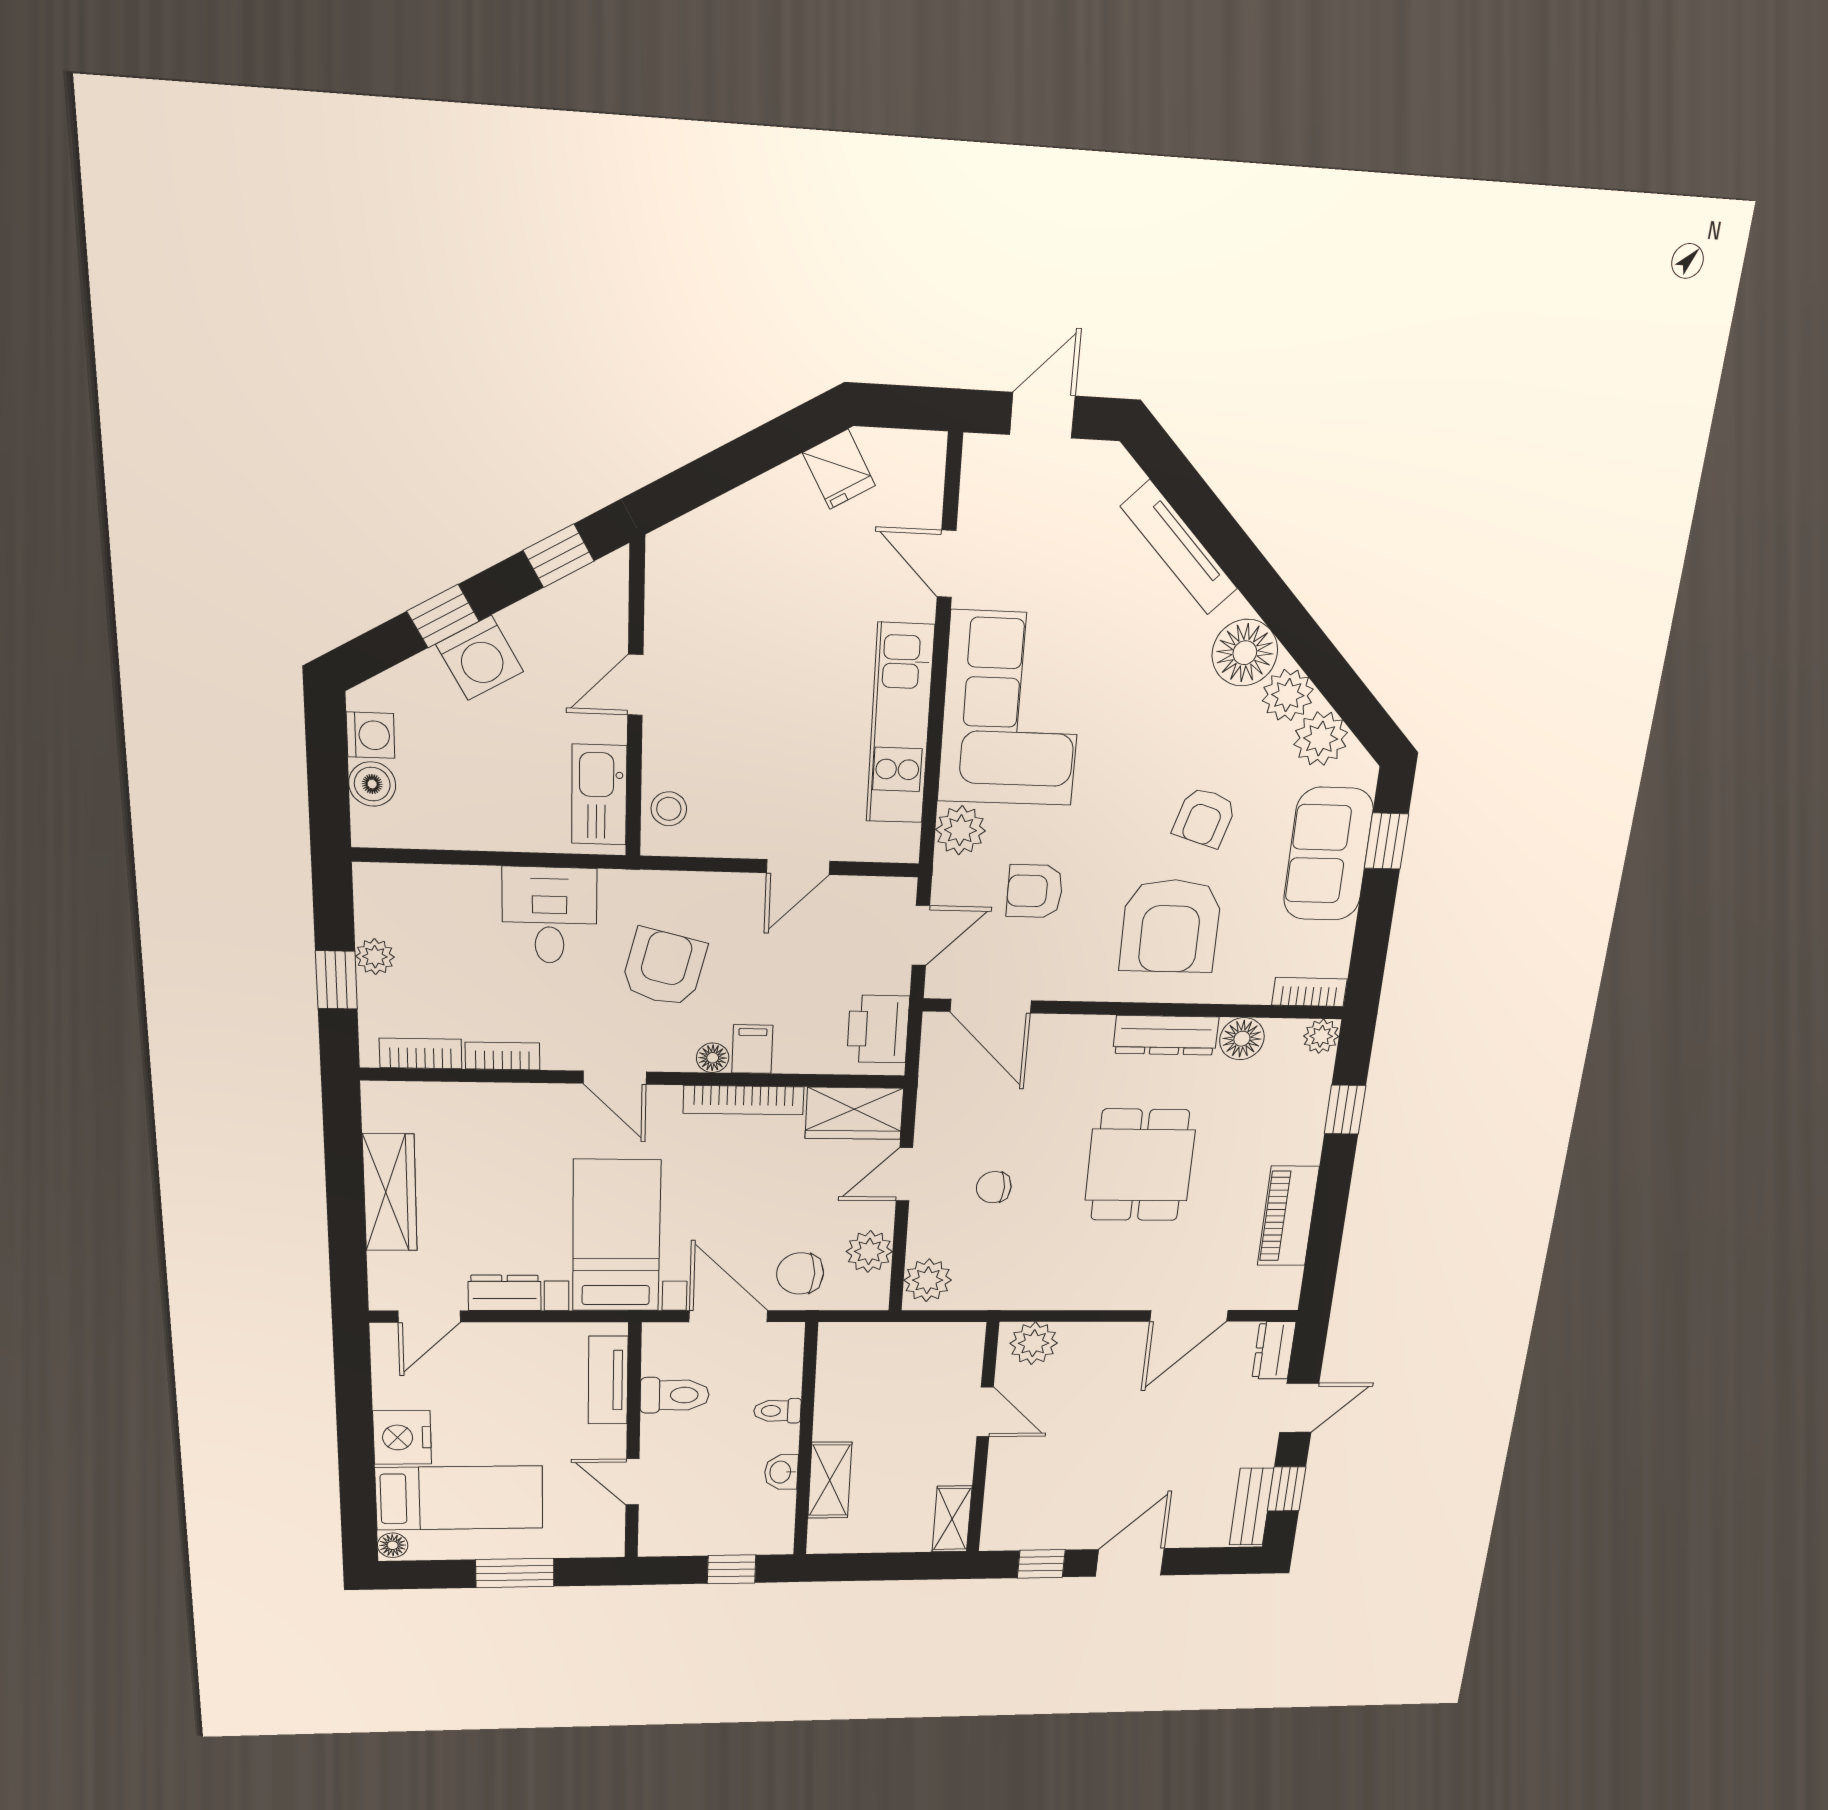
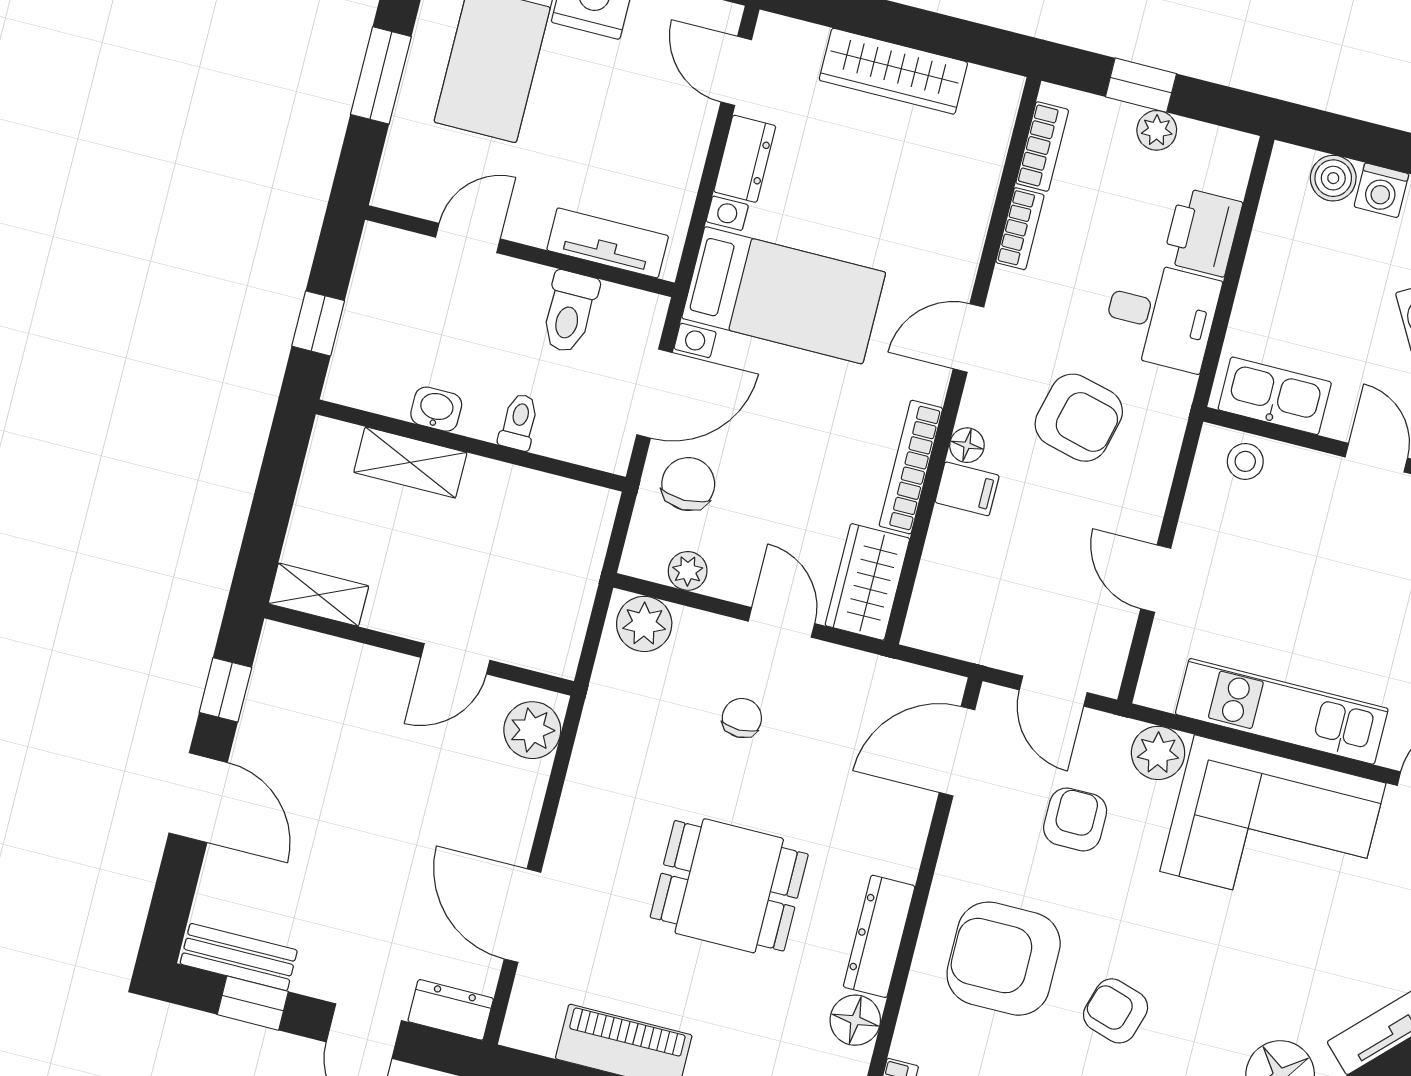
printer: (878, 1029) -> (1203, 232), moved, turned -90
plant: (869, 1251) -> (688, 571), width x0.73, depth x0.73

